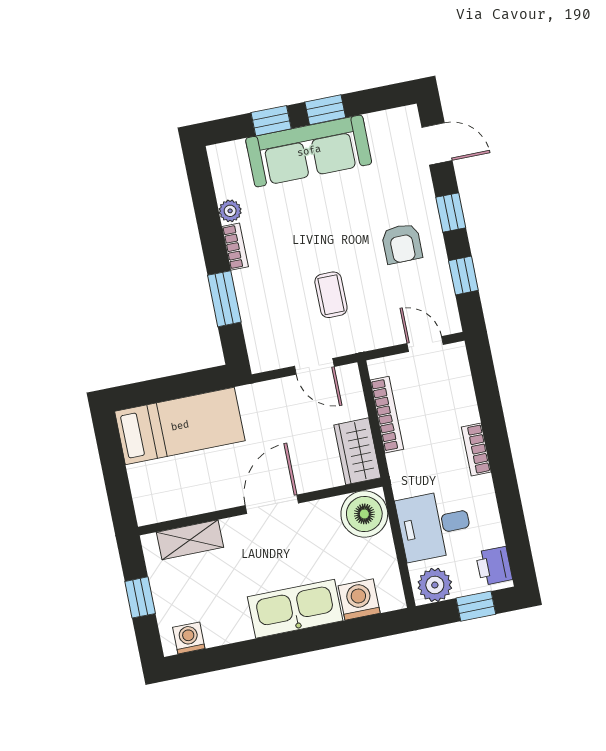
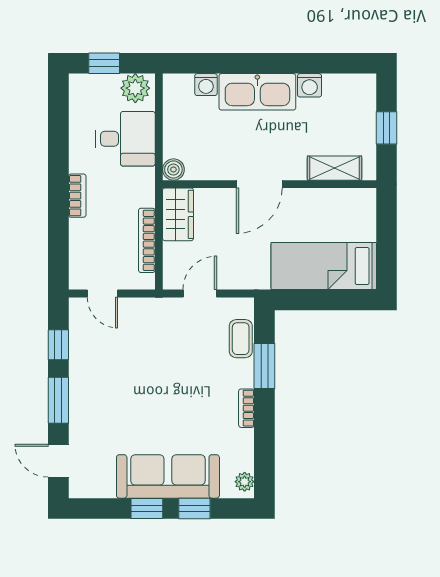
plant: (230, 211) -> (245, 482), moved
window: (451, 213) -> (58, 400), width x1.50
armchair: (402, 244) -> (105, 382), removed
coffee table: (331, 295) -> (241, 339), moved
door: (314, 366) -> (200, 293), hinge flipped
boiler: (364, 514) -> (173, 170), width x0.54, depth x0.54
printer: (494, 566) -> (82, 94), removed
washing machine: (359, 599) -> (206, 85), width x0.73, depth x0.73
washing machine: (189, 638) -> (310, 85), moved

